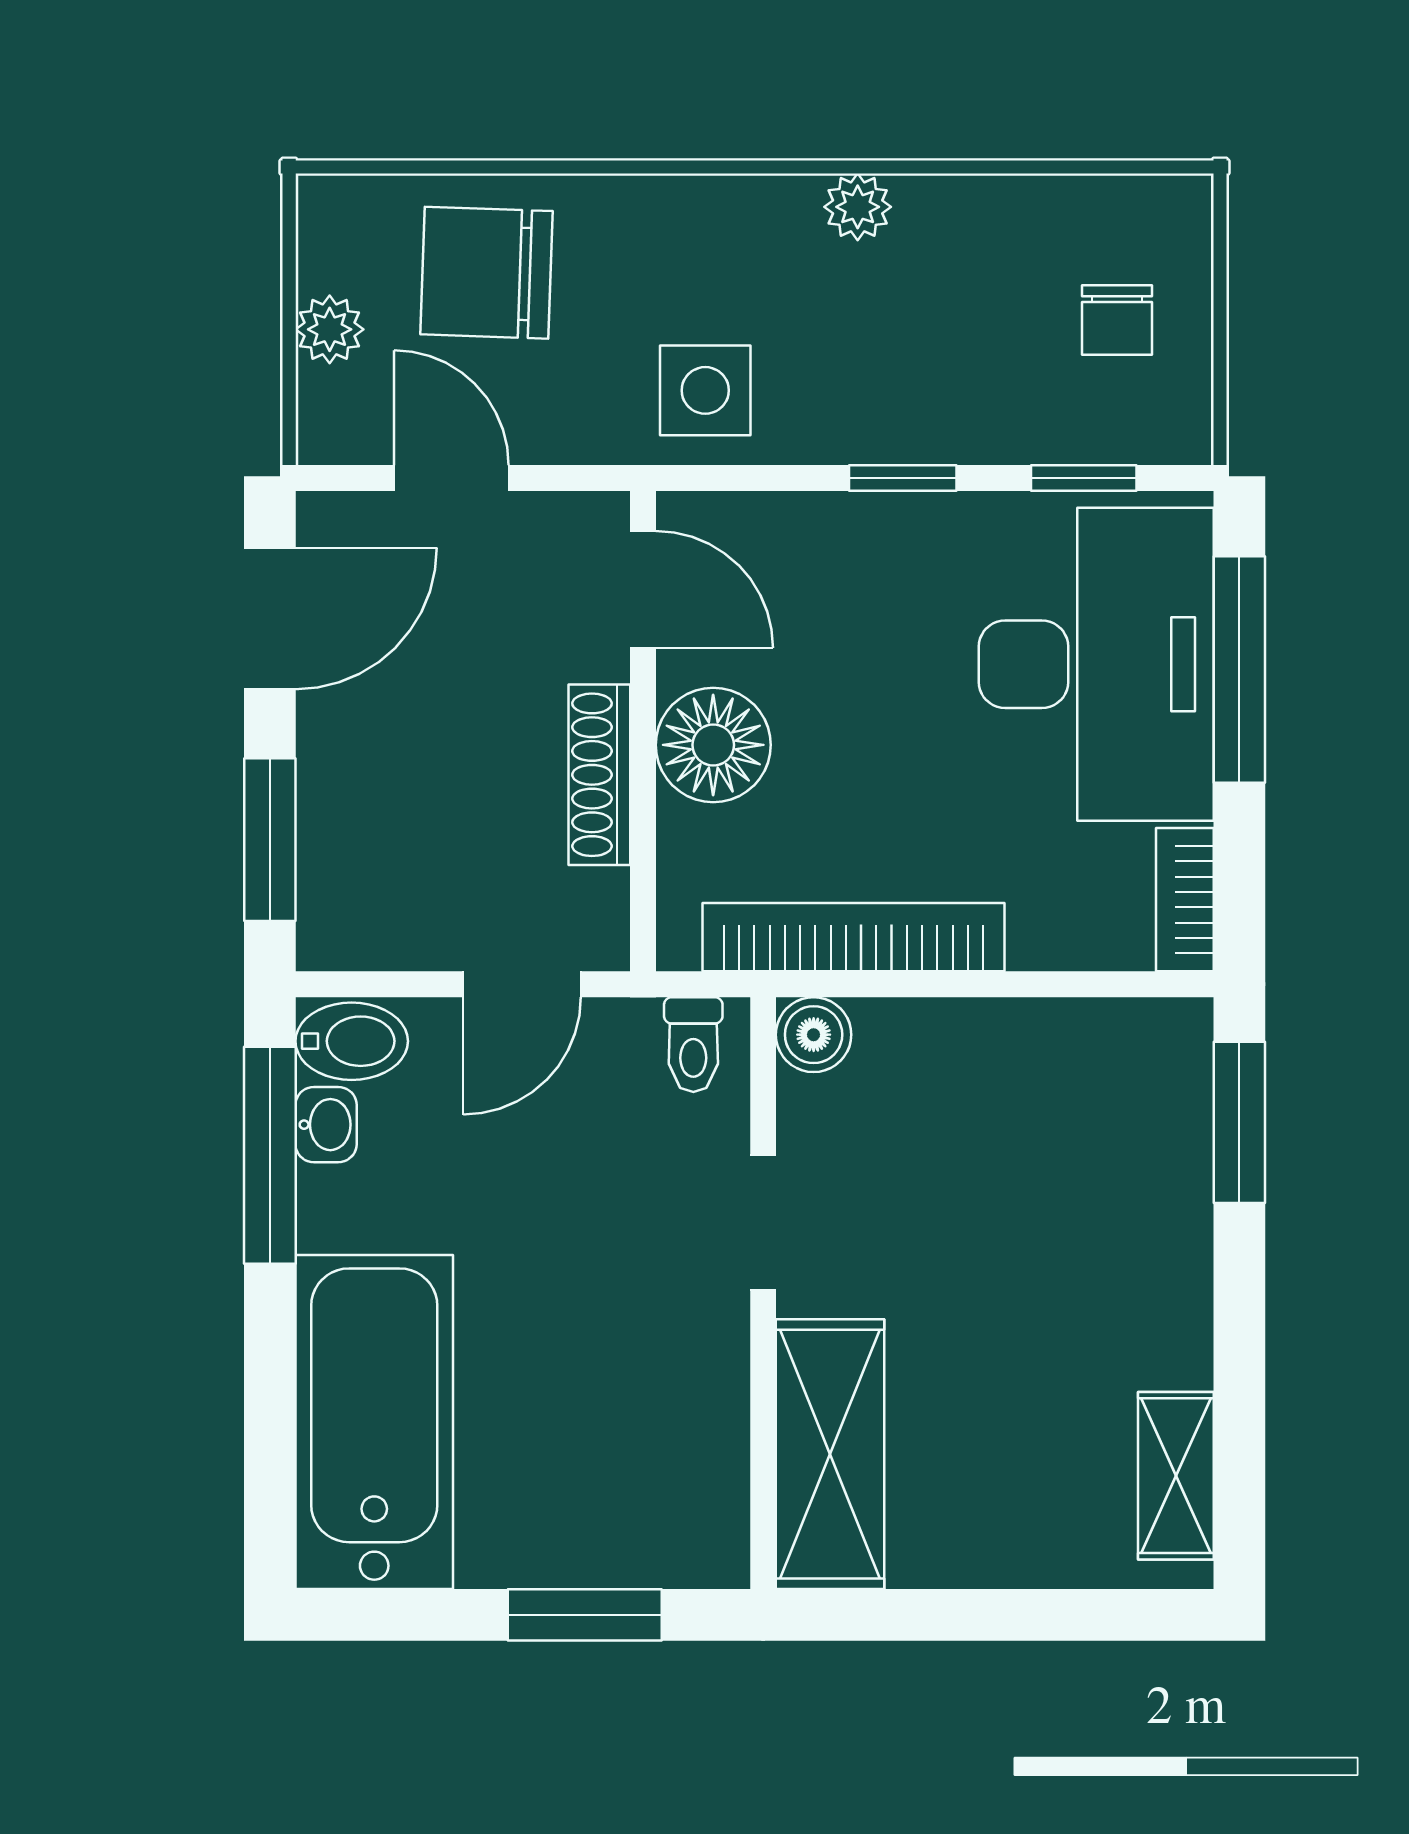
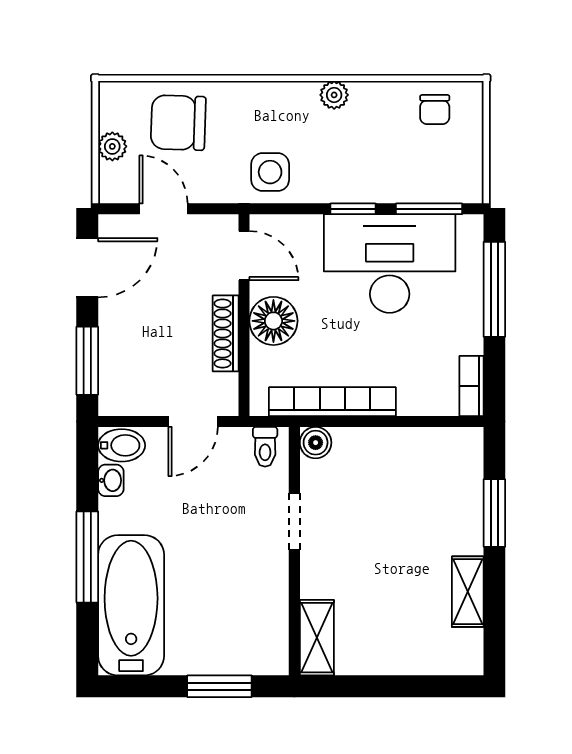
chair: (1117, 320) -> (435, 110), moved
window: (1084, 478) -> (429, 209), width x1.50
desk: (1096, 664) -> (390, 264), moved, turned -90
window: (1239, 1122) -> (494, 513), moved
window: (270, 1155) -> (87, 557), moved
shelving: (830, 1454) -> (317, 638), width x0.67, depth x0.75
shelving: (1176, 1476) -> (468, 592), moved

